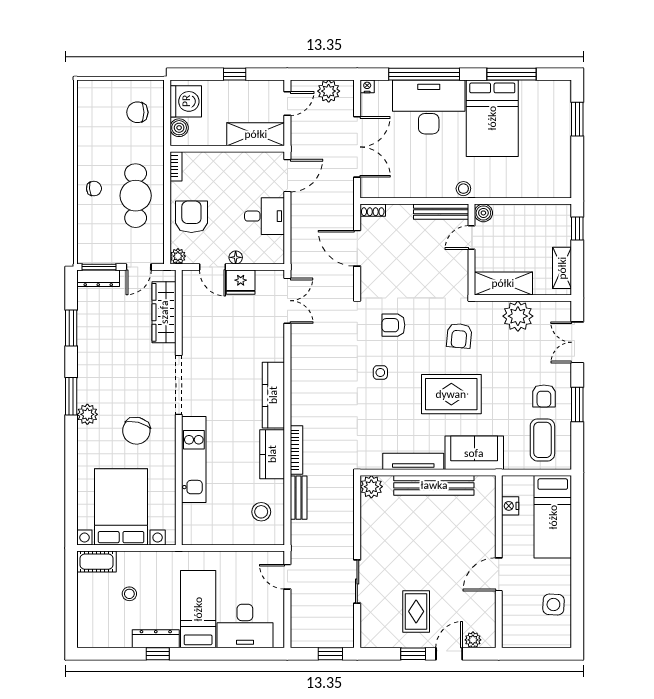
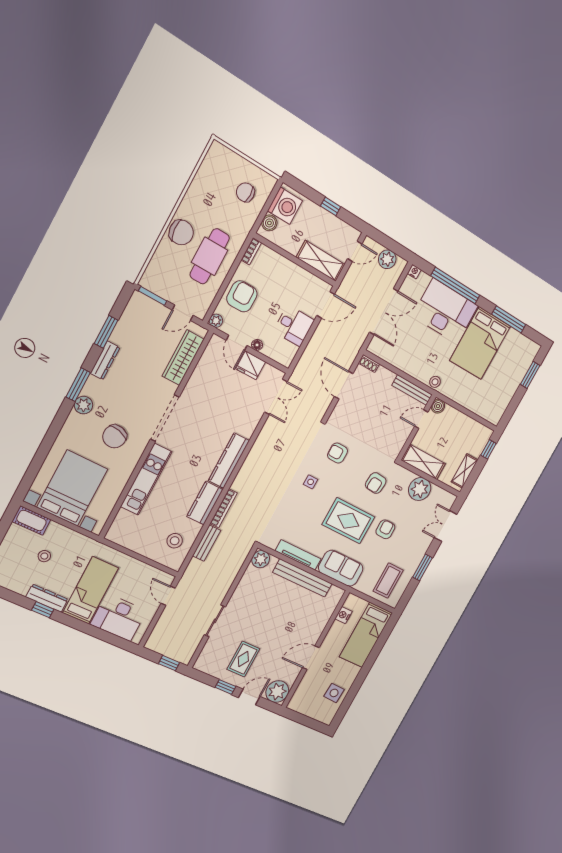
chair: (94, 189) -> (181, 232), width x1.87, depth x1.87
dresser: (98, 278) -> (105, 360), moved, turned -90
armchair: (544, 396) -> (385, 529), moved, turned 180
plant: (473, 640) -> (277, 692), width x1.88, depth x1.88

